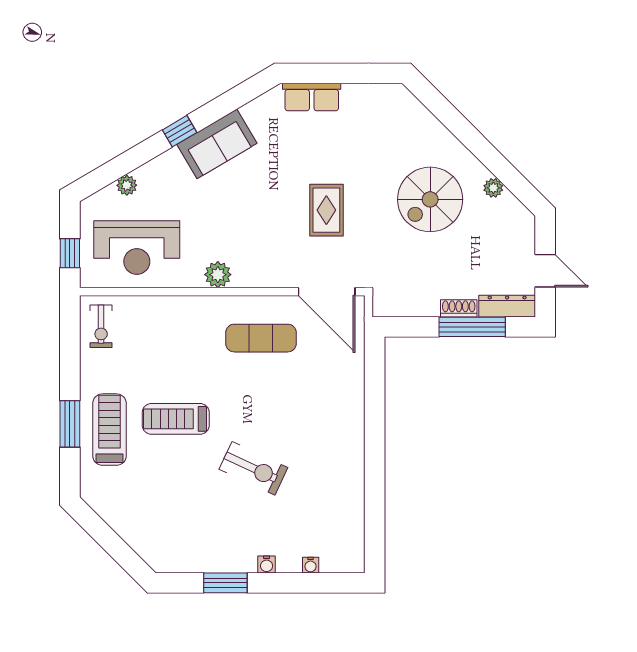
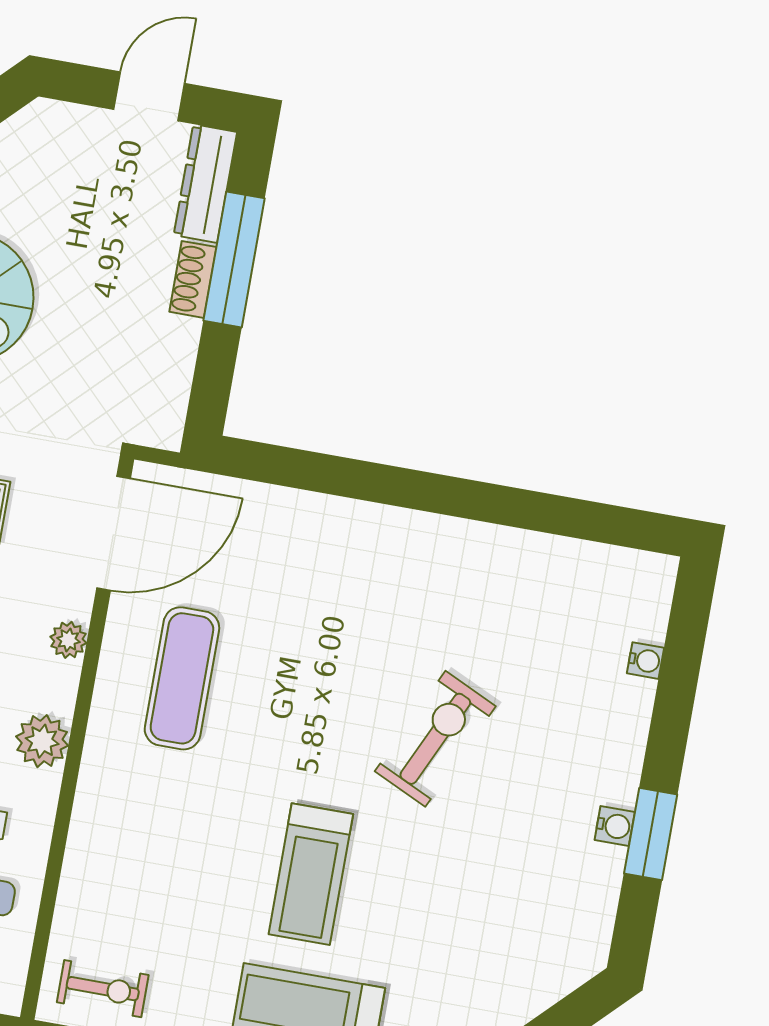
plant: (270, 279) -> (68, 640), added
water cooler: (267, 564) -> (615, 826), moved

